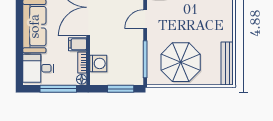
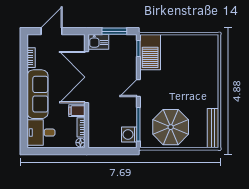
washing machine: (98, 63) -> (129, 135), moved, turned 180
window: (58, 89) -> (59, 151), removed
window: (121, 89) -> (116, 151), removed

